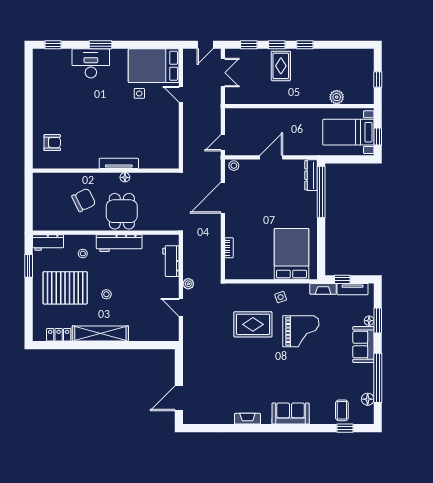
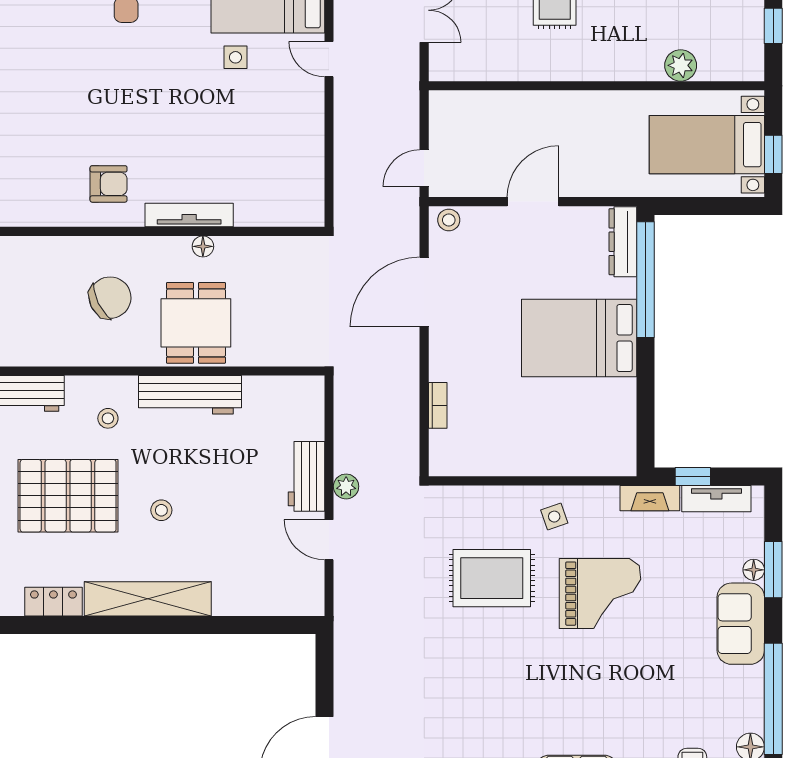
armchair: (52, 143) -> (109, 184), moved
bed: (291, 254) -> (579, 338), moved, turned -90
workbench: (171, 261) -> (306, 476), moved

